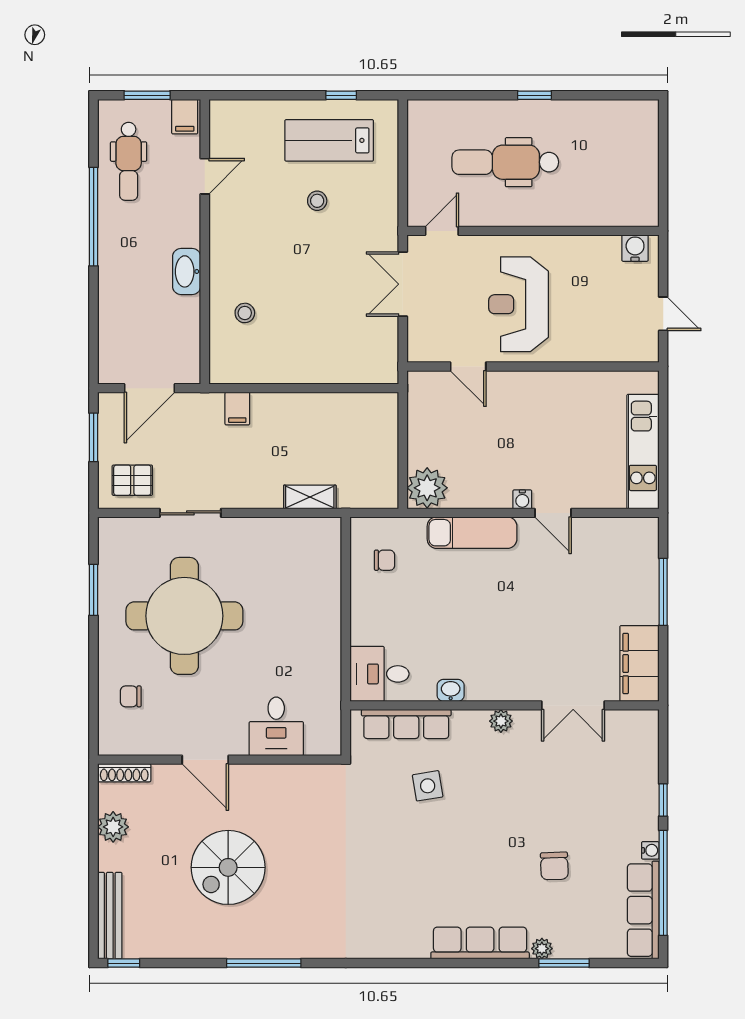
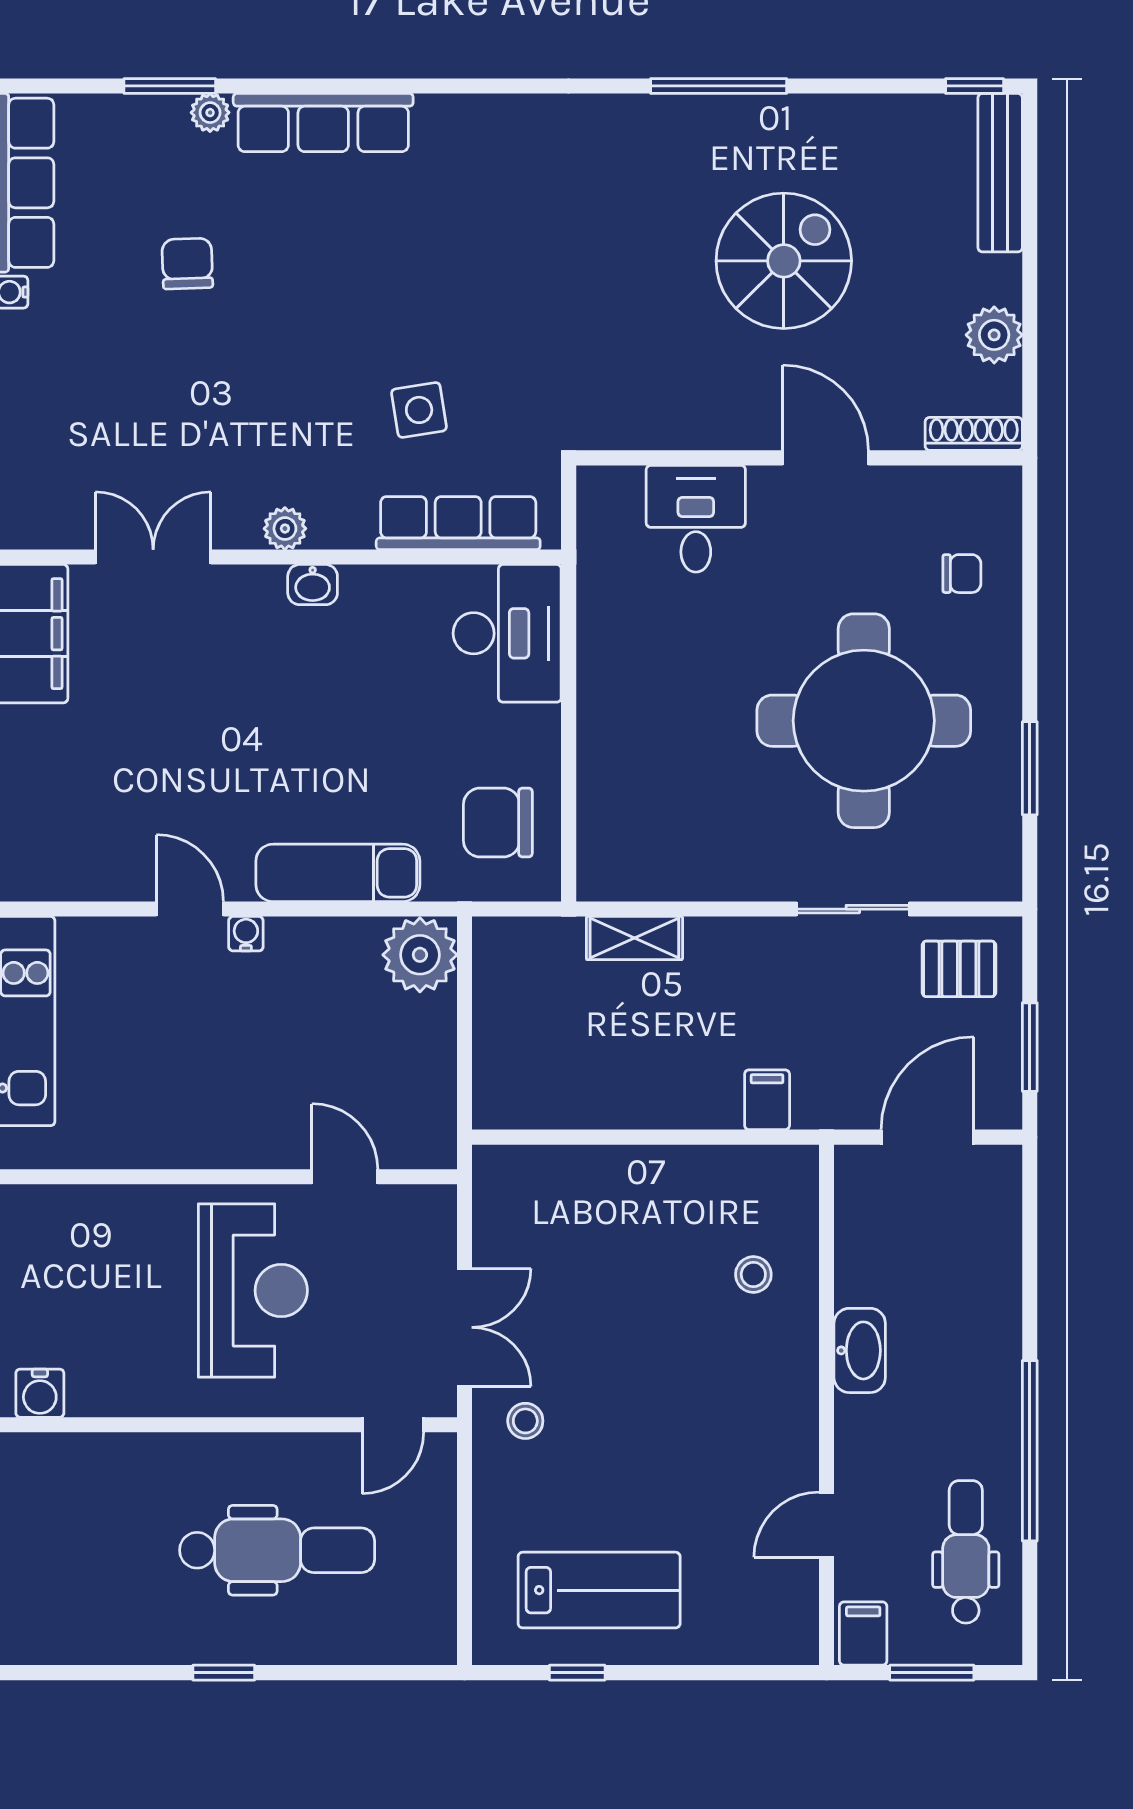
stool: (317, 201) -> (525, 1421), moved
chair: (385, 560) -> (498, 823), width x1.87, depth x1.87
desk: (379, 674) -> (507, 633), width x1.37
washbasin: (451, 690) -> (313, 585), moved

